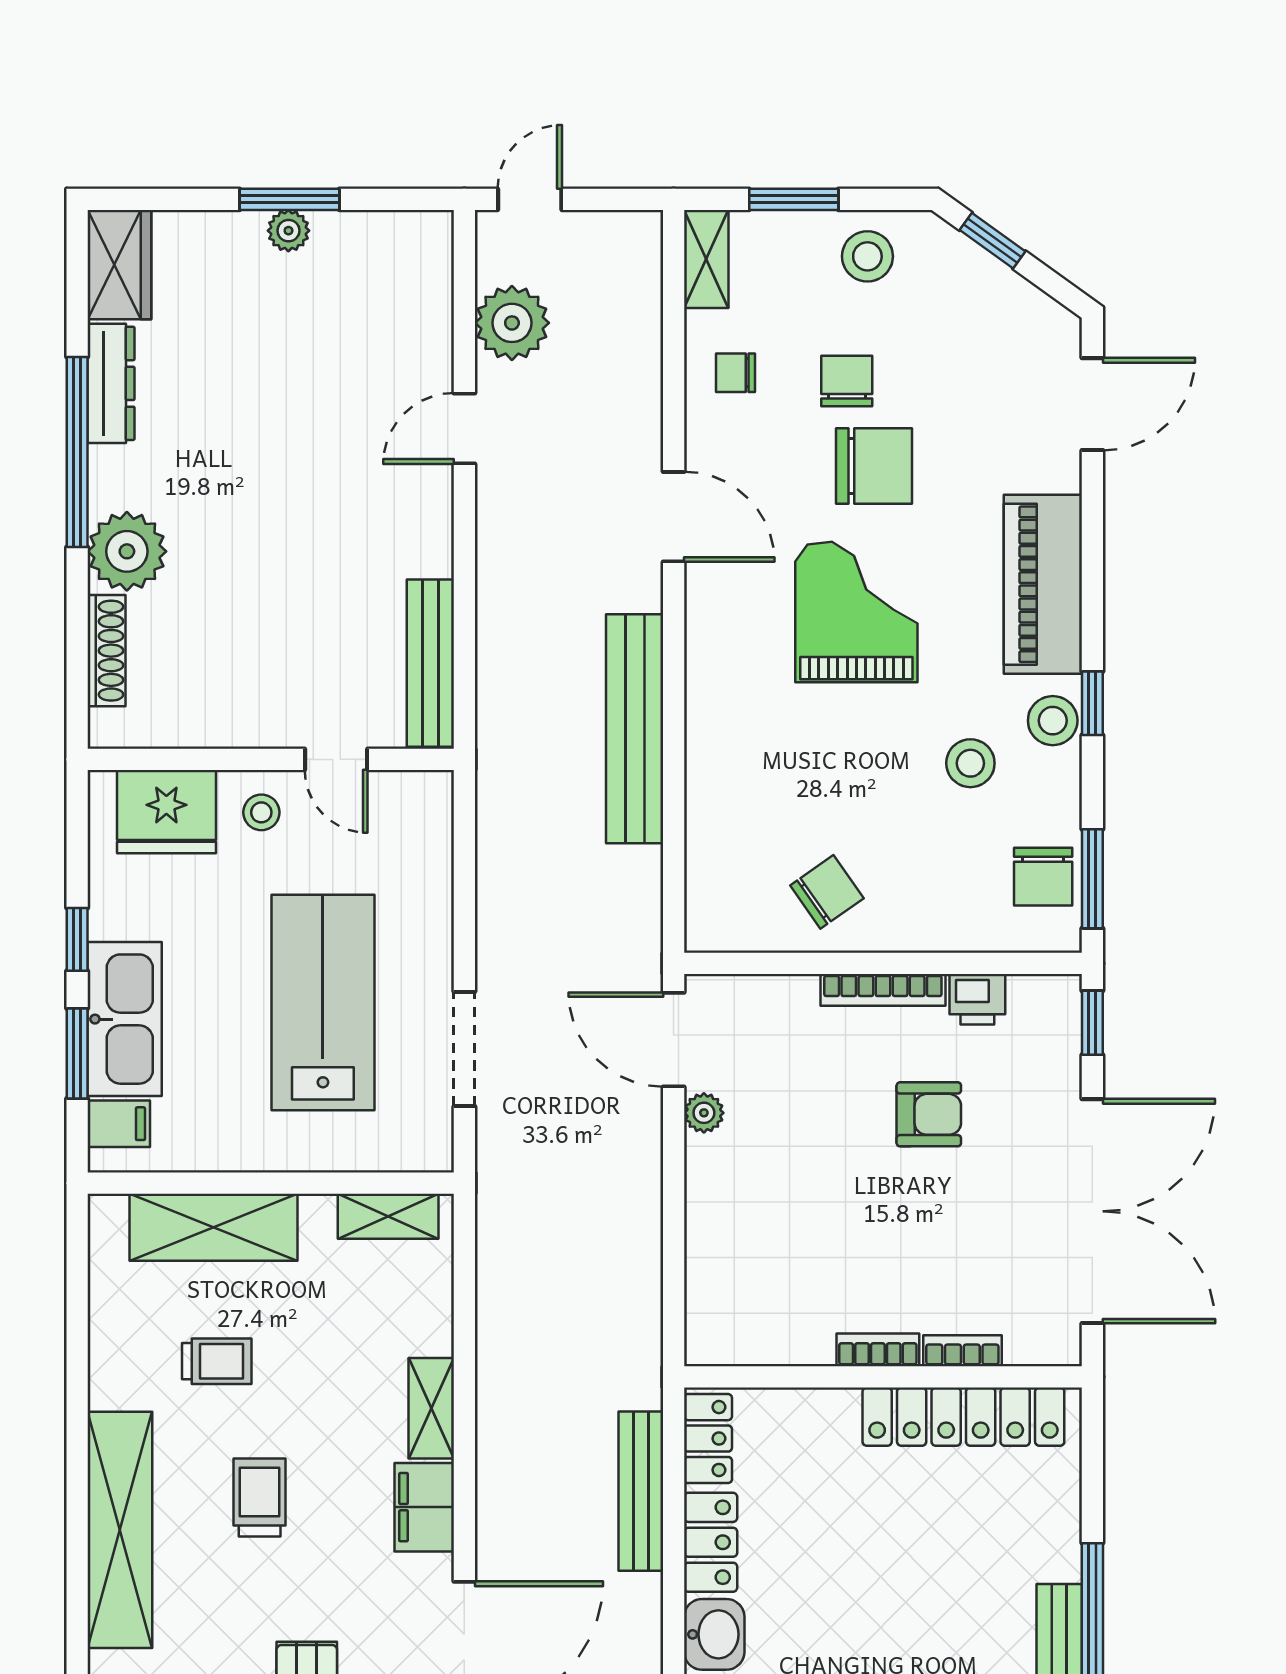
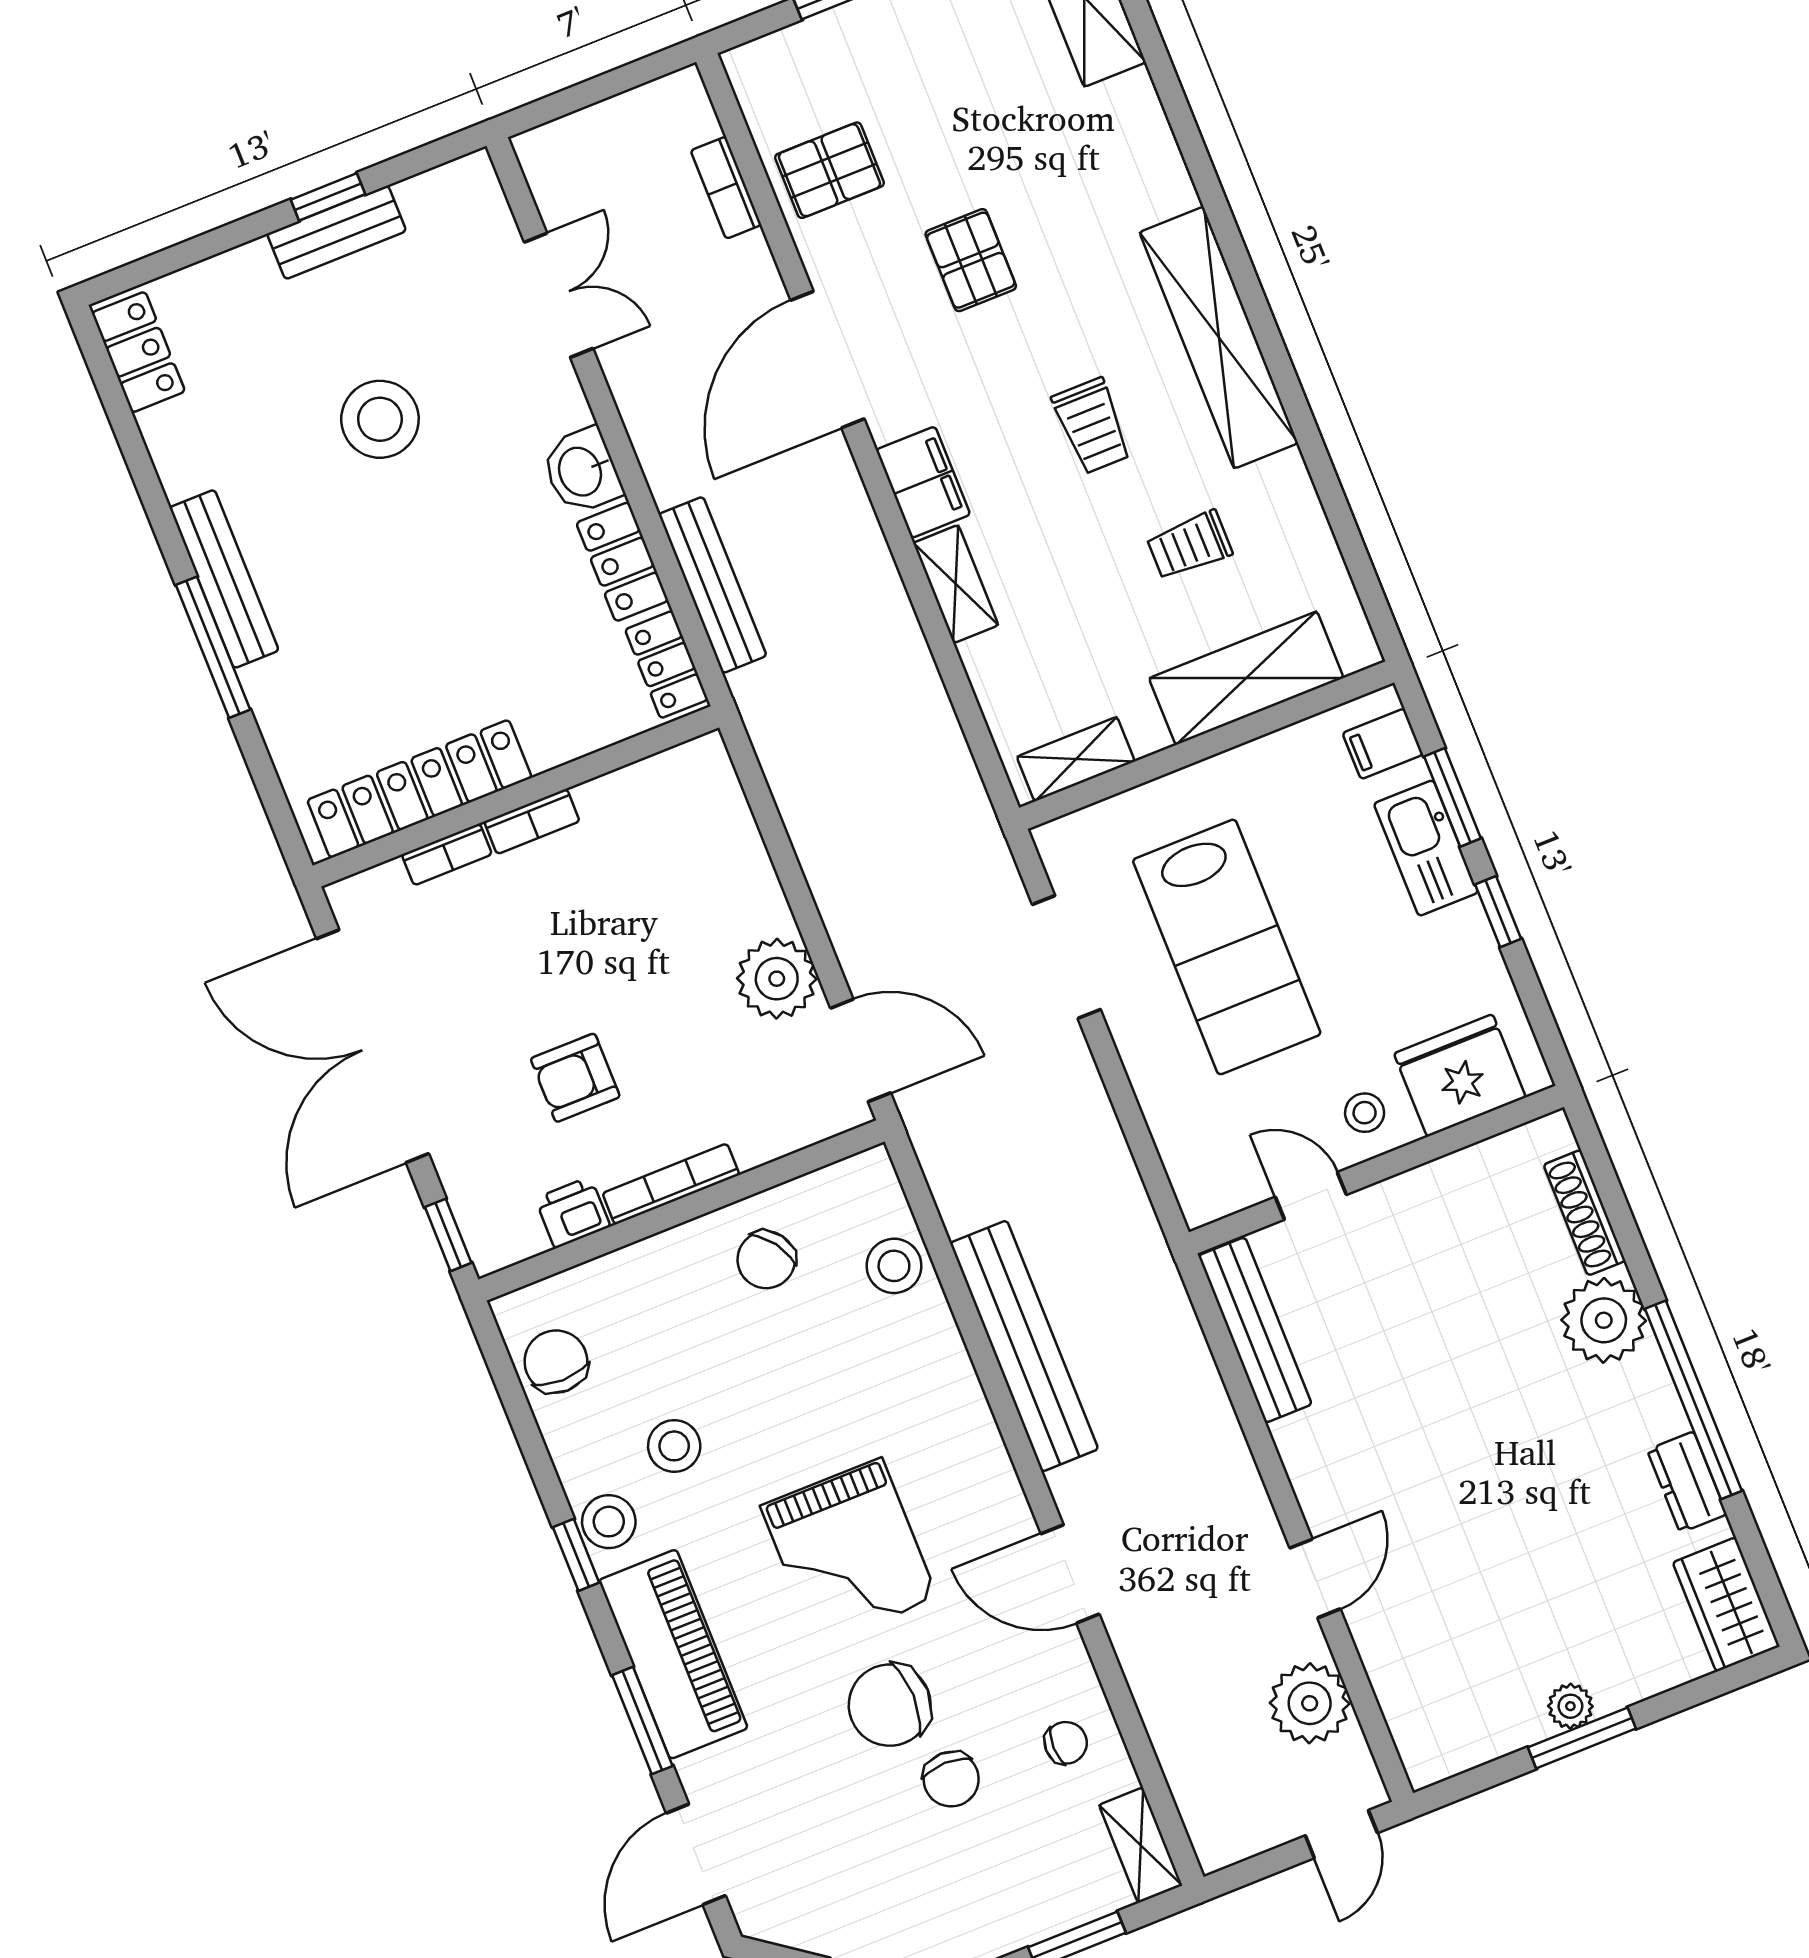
stool: (867, 256) -> (894, 1266), moved
dresser: (111, 383) -> (1687, 1482), width x0.70
window: (1092, 879) -> (642, 1721), moved
kitchen sink: (125, 1019) -> (1426, 848), width x0.73, depth x0.81
plant: (704, 1113) -> (777, 979), width x1.87, depth x1.87

